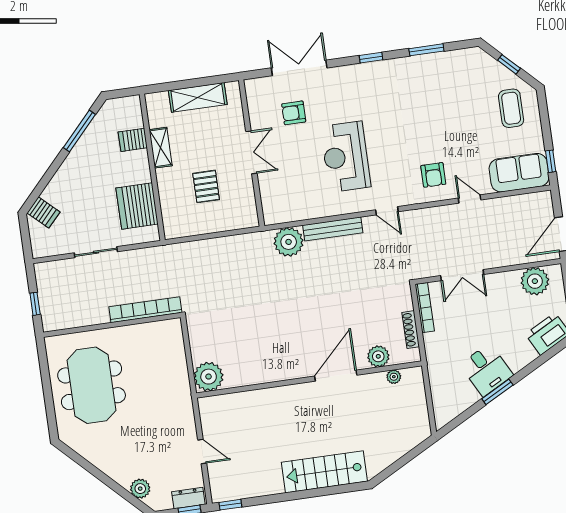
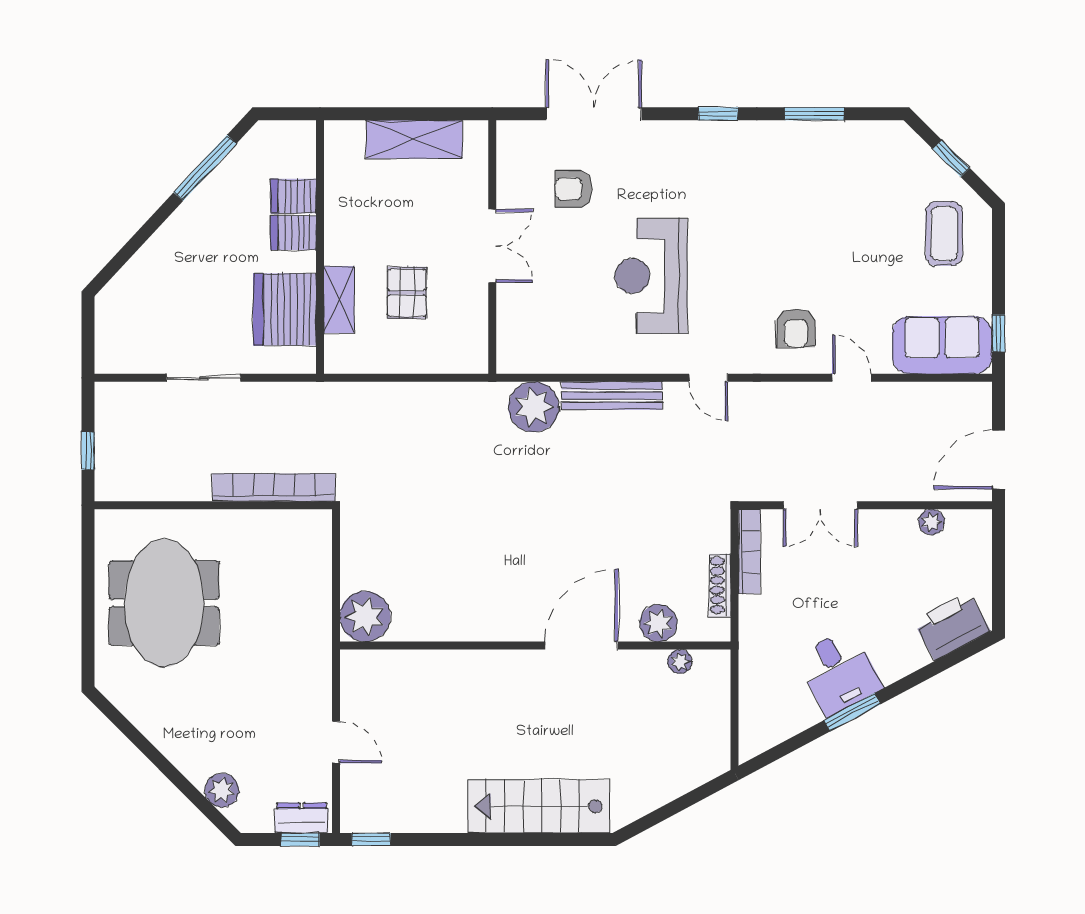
shelving: (161, 148) -> (339, 300), moved
server rack: (43, 212) -> (293, 233), moved, turned 137
plant: (535, 281) -> (931, 522), width x0.53, depth x0.53

